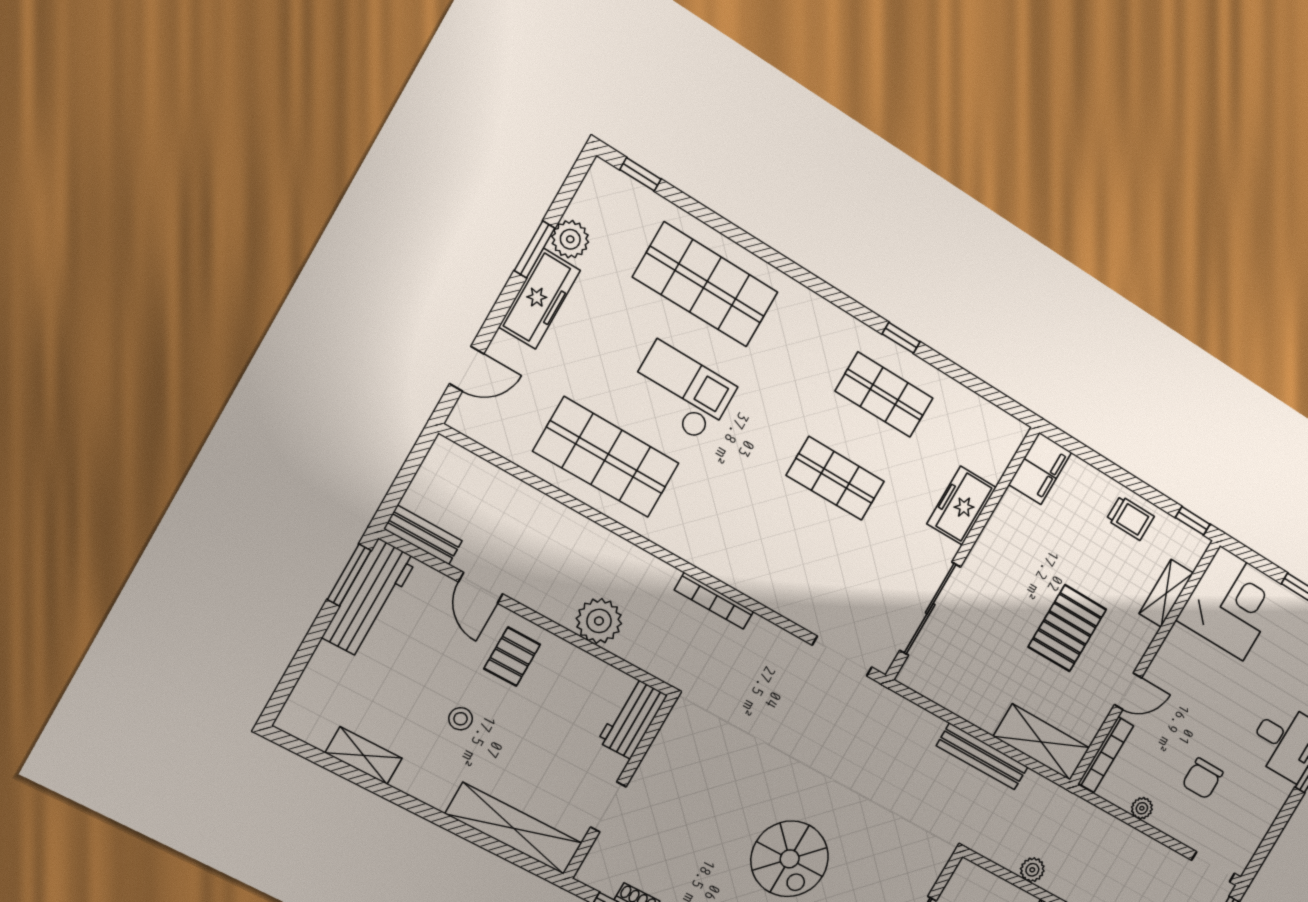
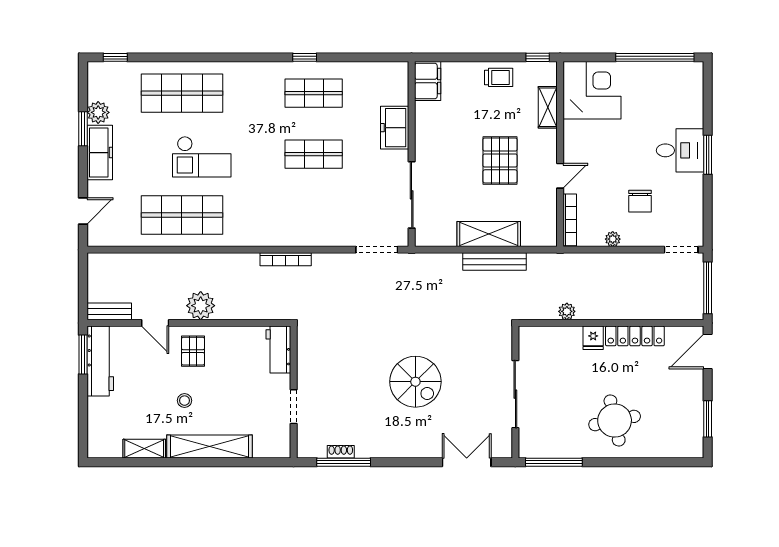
checkout: (681, 392) -> (202, 157), turned 180
plant: (599, 621) -> (201, 306), moved
shelving: (1041, 742) -> (489, 234), moved
shelving: (514, 829) -> (210, 447), moved

